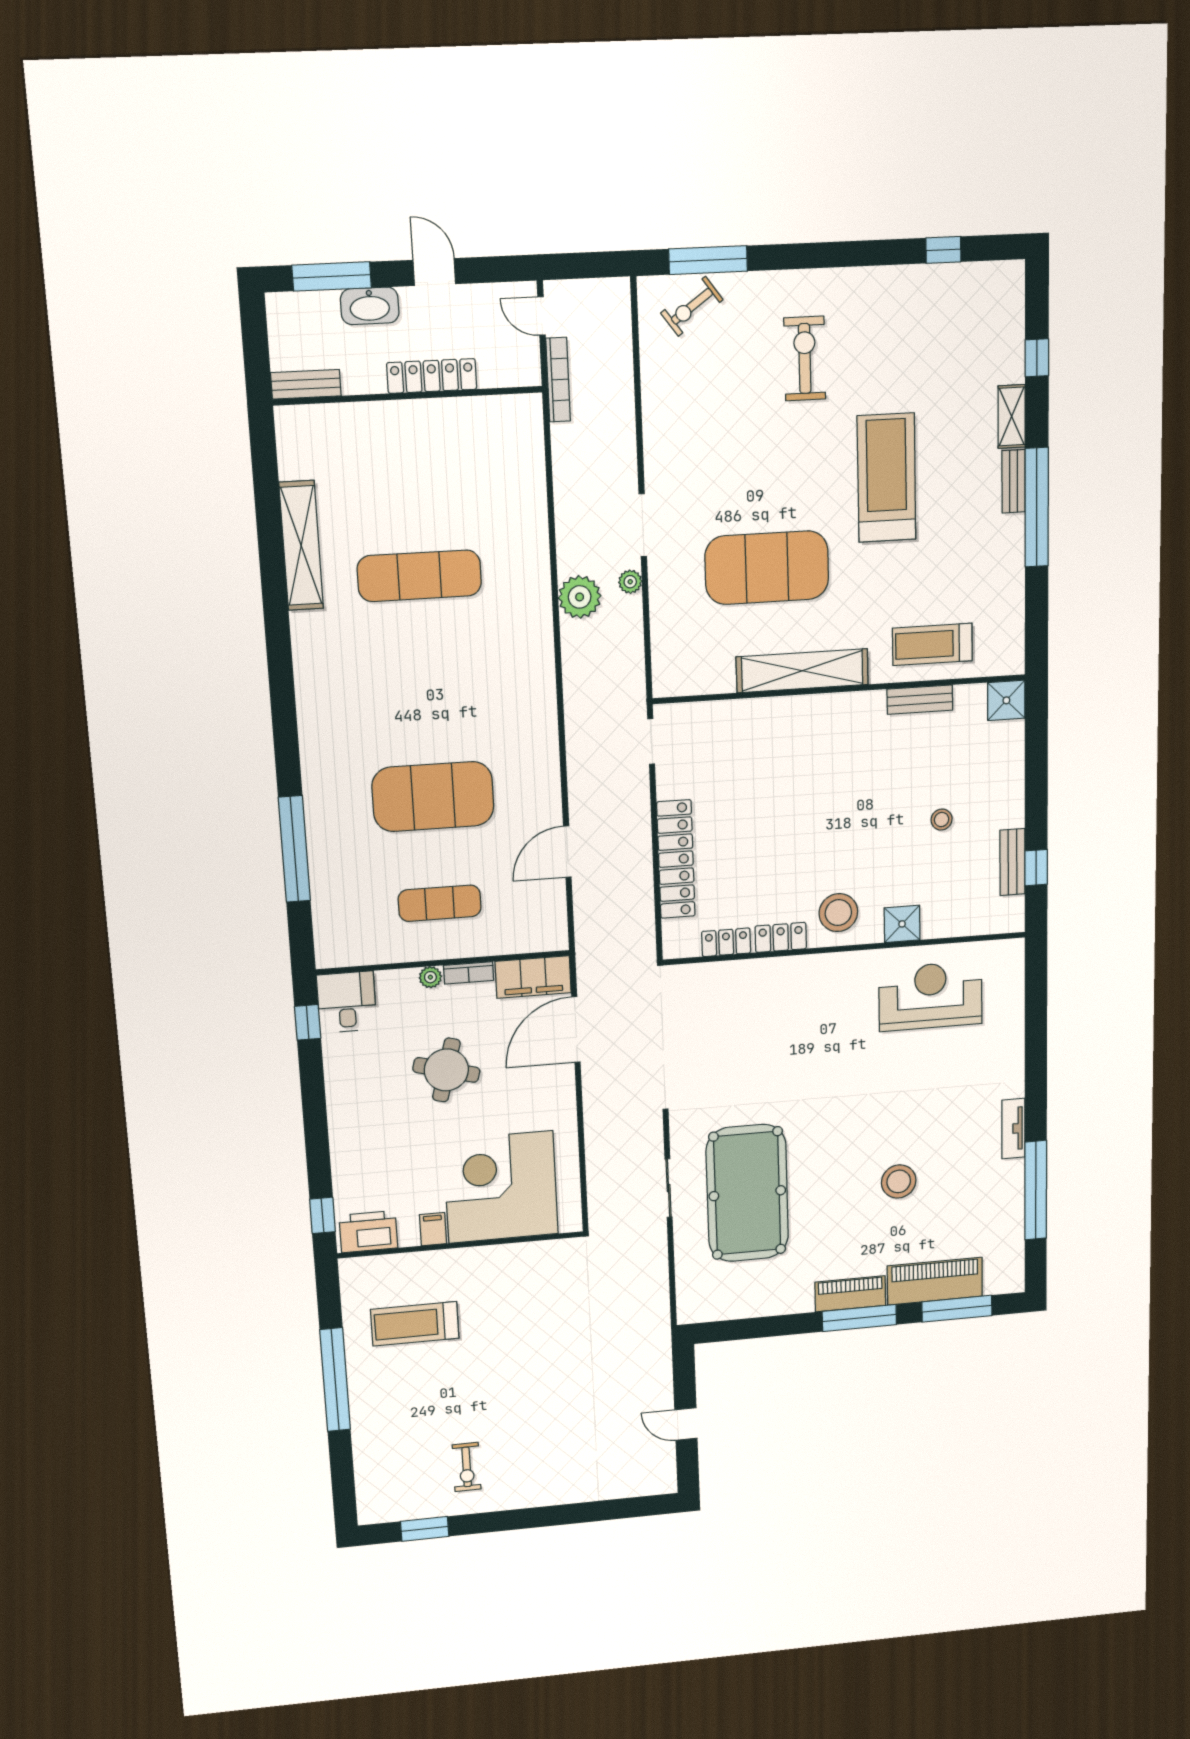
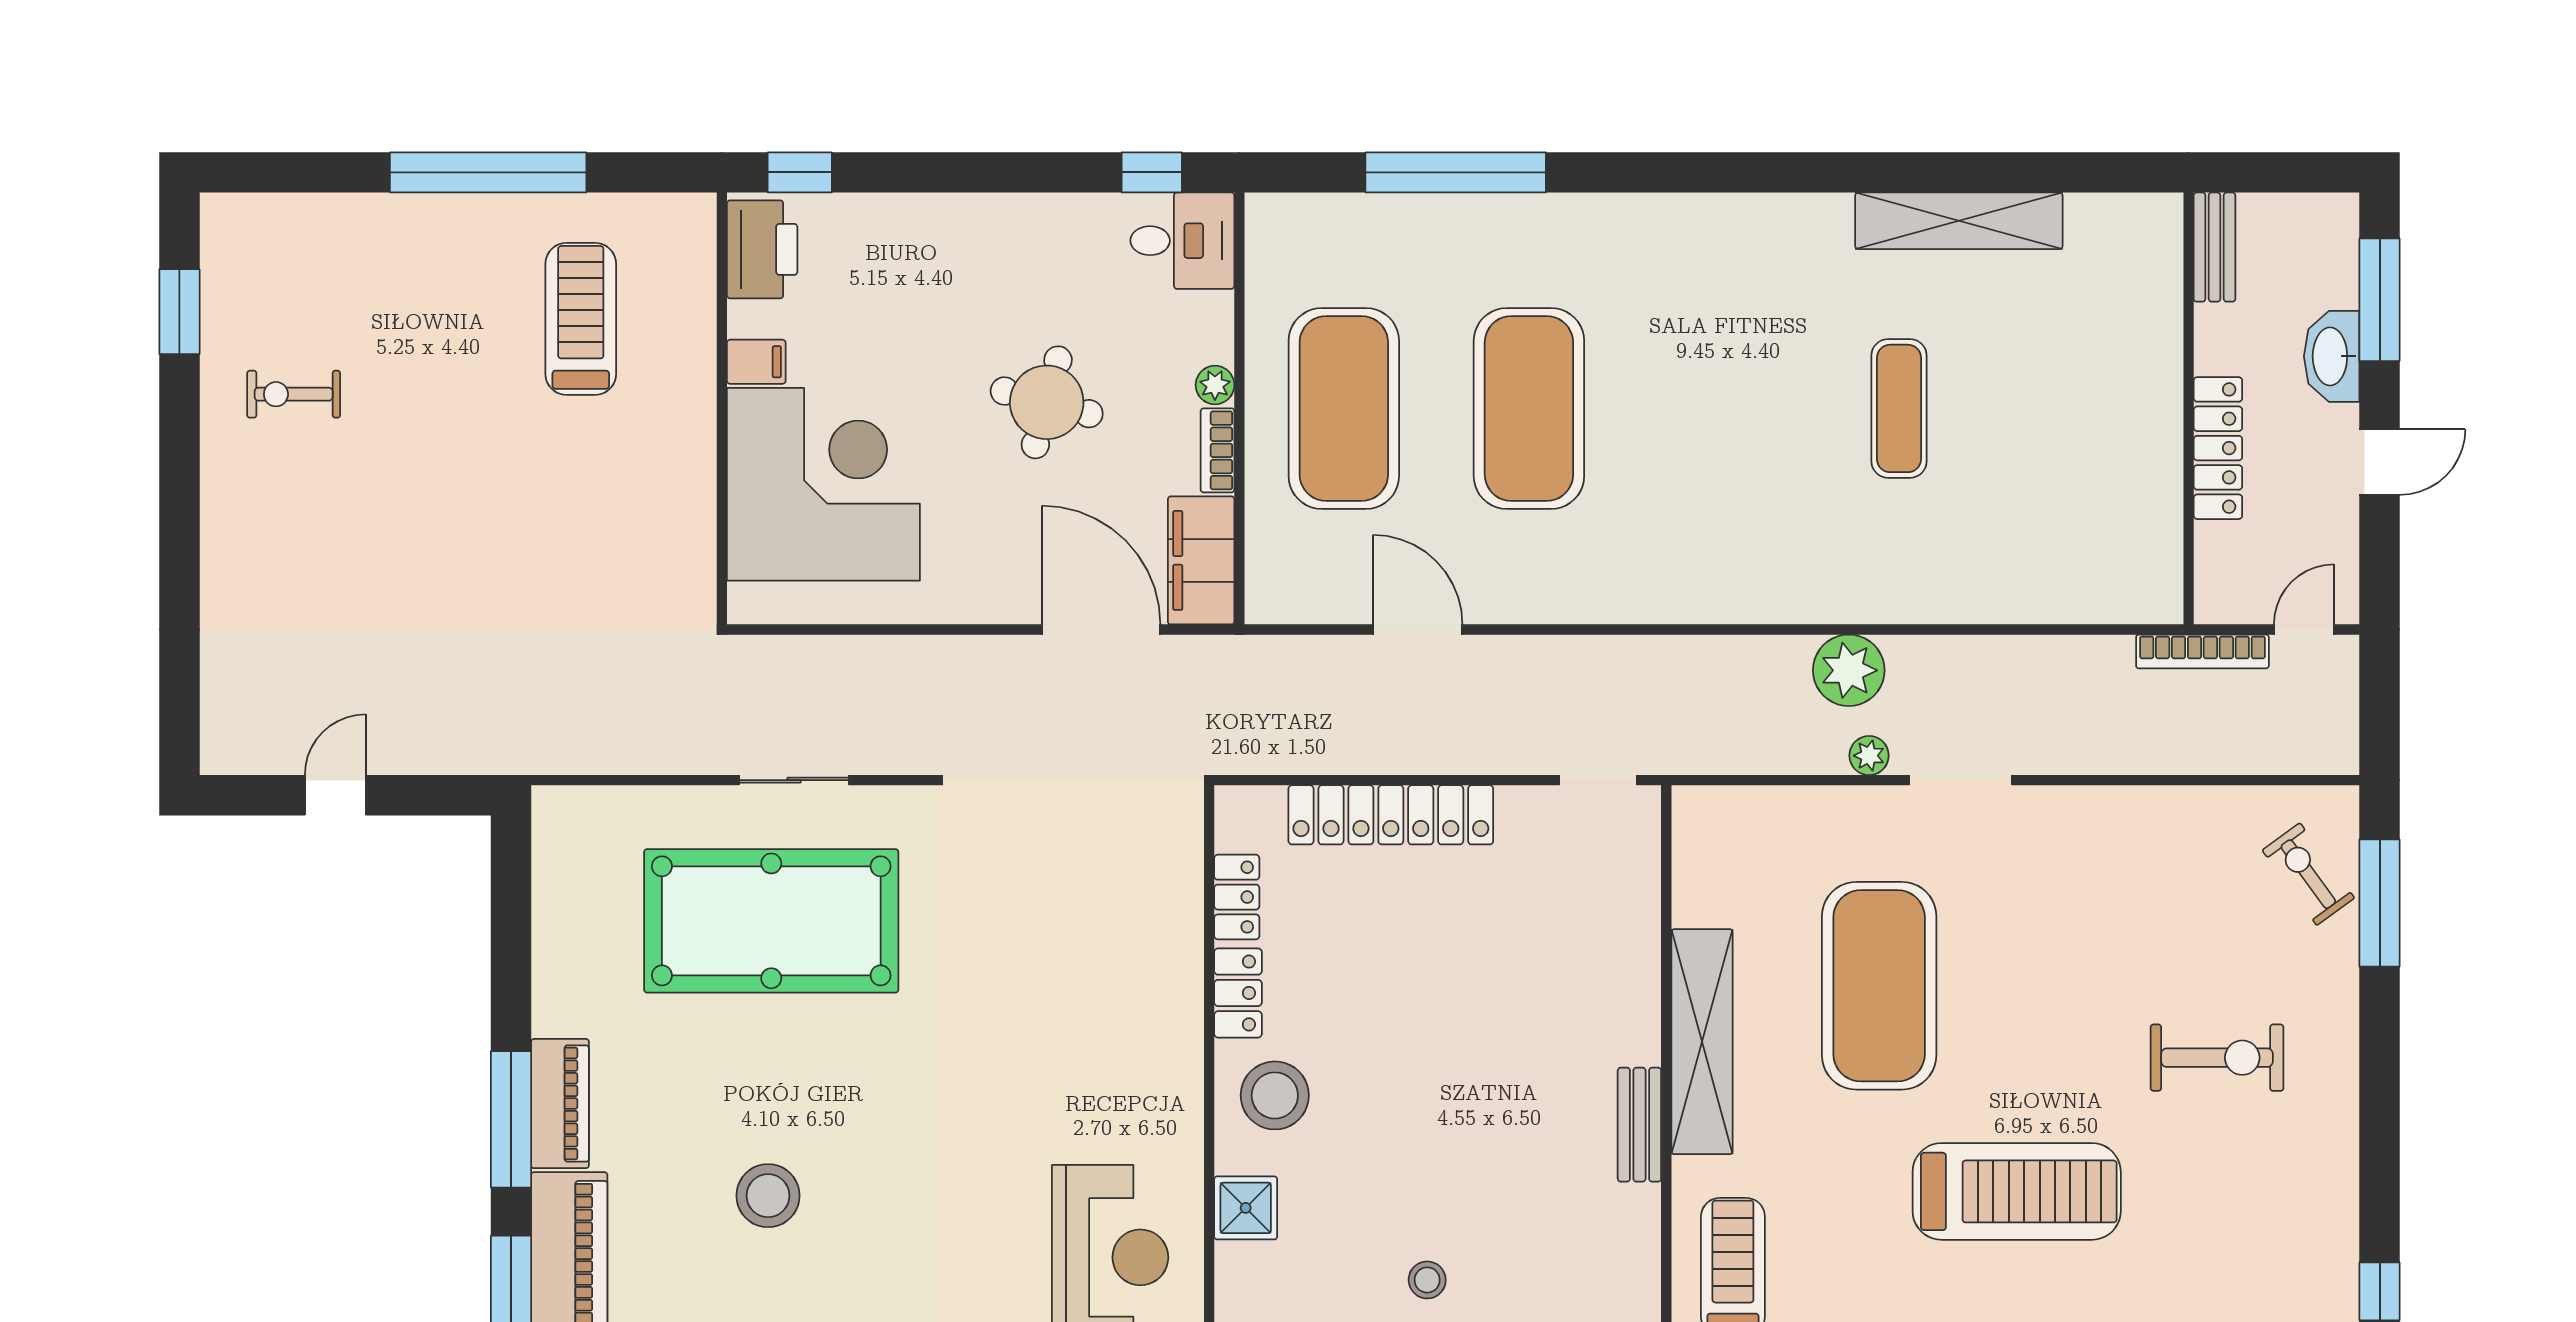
exercise mat: (419, 576) -> (1899, 408), width x0.73, depth x0.69
bench: (920, 700) -> (1639, 1125), moved
exercise mat: (440, 903) -> (1344, 408), width x2.00, depth x1.45

